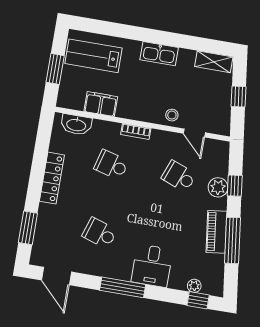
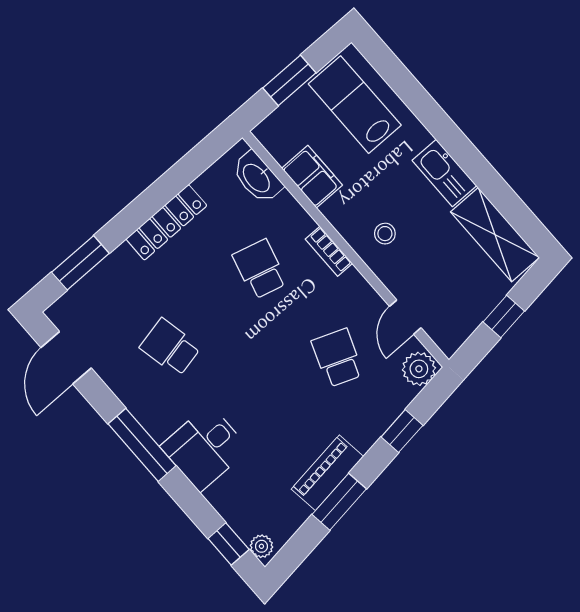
shelving: (214, 62) -> (495, 235), width x1.50, depth x1.33
stool: (172, 115) -> (385, 234), moved
plant: (218, 187) -> (419, 369), moved
school desk: (100, 233) -> (170, 347), turned -30
window: (232, 240) -> (339, 502), width x0.69
plant: (194, 286) -> (261, 546), moved

